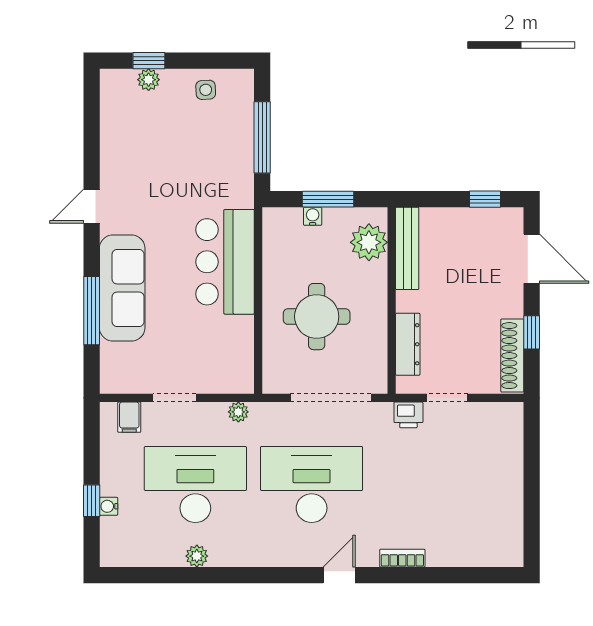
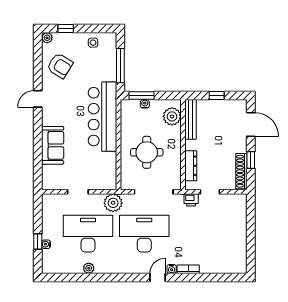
plant: (149, 80) -> (47, 38), moved
armchair: (137, 137) -> (60, 66), added
window: (328, 199) -> (141, 96), moved
window: (485, 199) -> (217, 96), moved
bar counter: (225, 262) -> (102, 117), width x1.36
sofa: (122, 288) -> (53, 145), width x0.73
window: (92, 311) -> (38, 149), removed
plant: (238, 412) -> (113, 203), width x1.88, depth x1.88
filing cabinet: (129, 417) -> (56, 201), removed
water cooler: (368, 558) -> (172, 269), added

